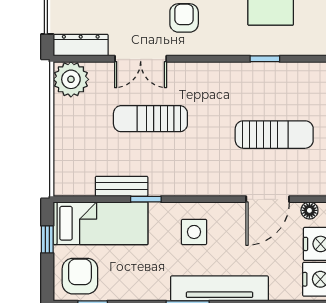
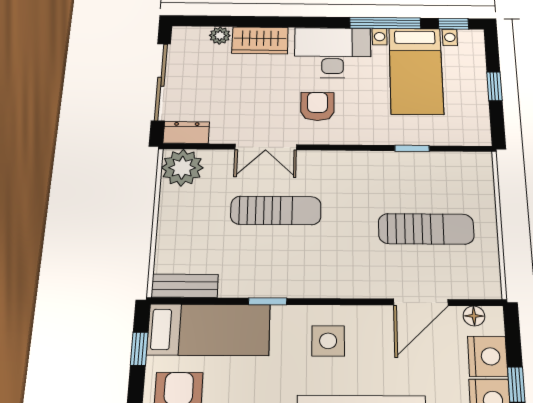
dresser: (81, 45) -> (186, 132), width x0.70
sun lounger: (150, 119) -> (276, 210), turned 180
bench: (122, 186) -> (185, 286), moved

